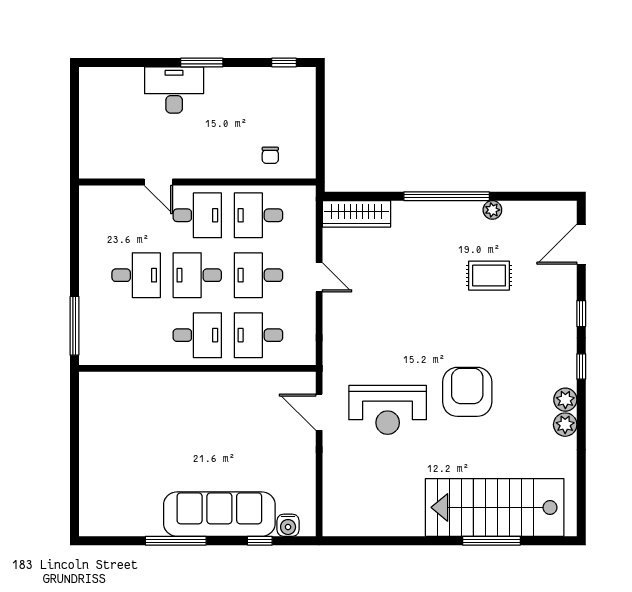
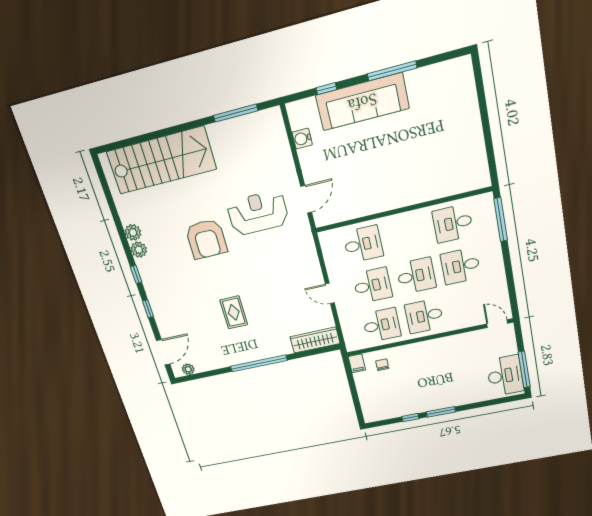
window: (284, 62) -> (410, 418), moved
desk: (174, 90) -> (505, 376), moved, turned -90
window: (74, 104) -> (524, 370), added
filing cabinet: (306, 165) -> (357, 363), added
door: (158, 182) -> (497, 324), moved
plant: (492, 210) -> (188, 369), moved
rug: (489, 276) -> (234, 312), moved, turned 90
desk: (197, 335) -> (453, 223), moved
door: (319, 412) -> (306, 199), hinge flipped
water cooler: (288, 525) -> (302, 139), moved, turned -90
window: (492, 541) -> (236, 113), moved

